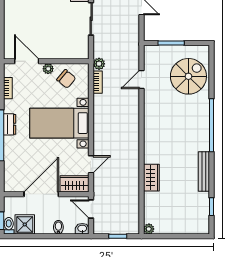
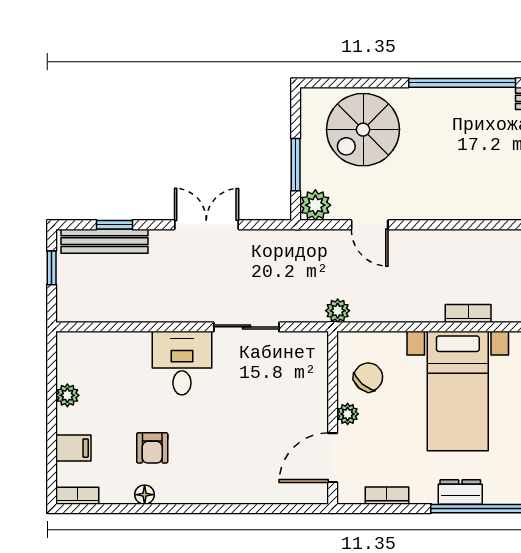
plant: (151, 53) -> (315, 205), added
spiral stairs: (188, 76) -> (363, 130), turned -90
bookcase: (98, 82) -> (468, 314), moved

